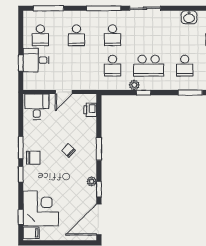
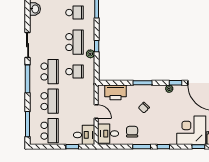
school desk: (40, 35) -> (50, 131), width x1.85
school desk: (76, 35) -> (50, 101), width x1.85
school desk: (113, 35) -> (50, 72), width x1.85
desk: (36, 60) -> (84, 135), moved, turned -90
printer: (90, 110) -> (116, 92), width x1.87, depth x1.48
chair: (33, 158) -> (132, 132), moved

